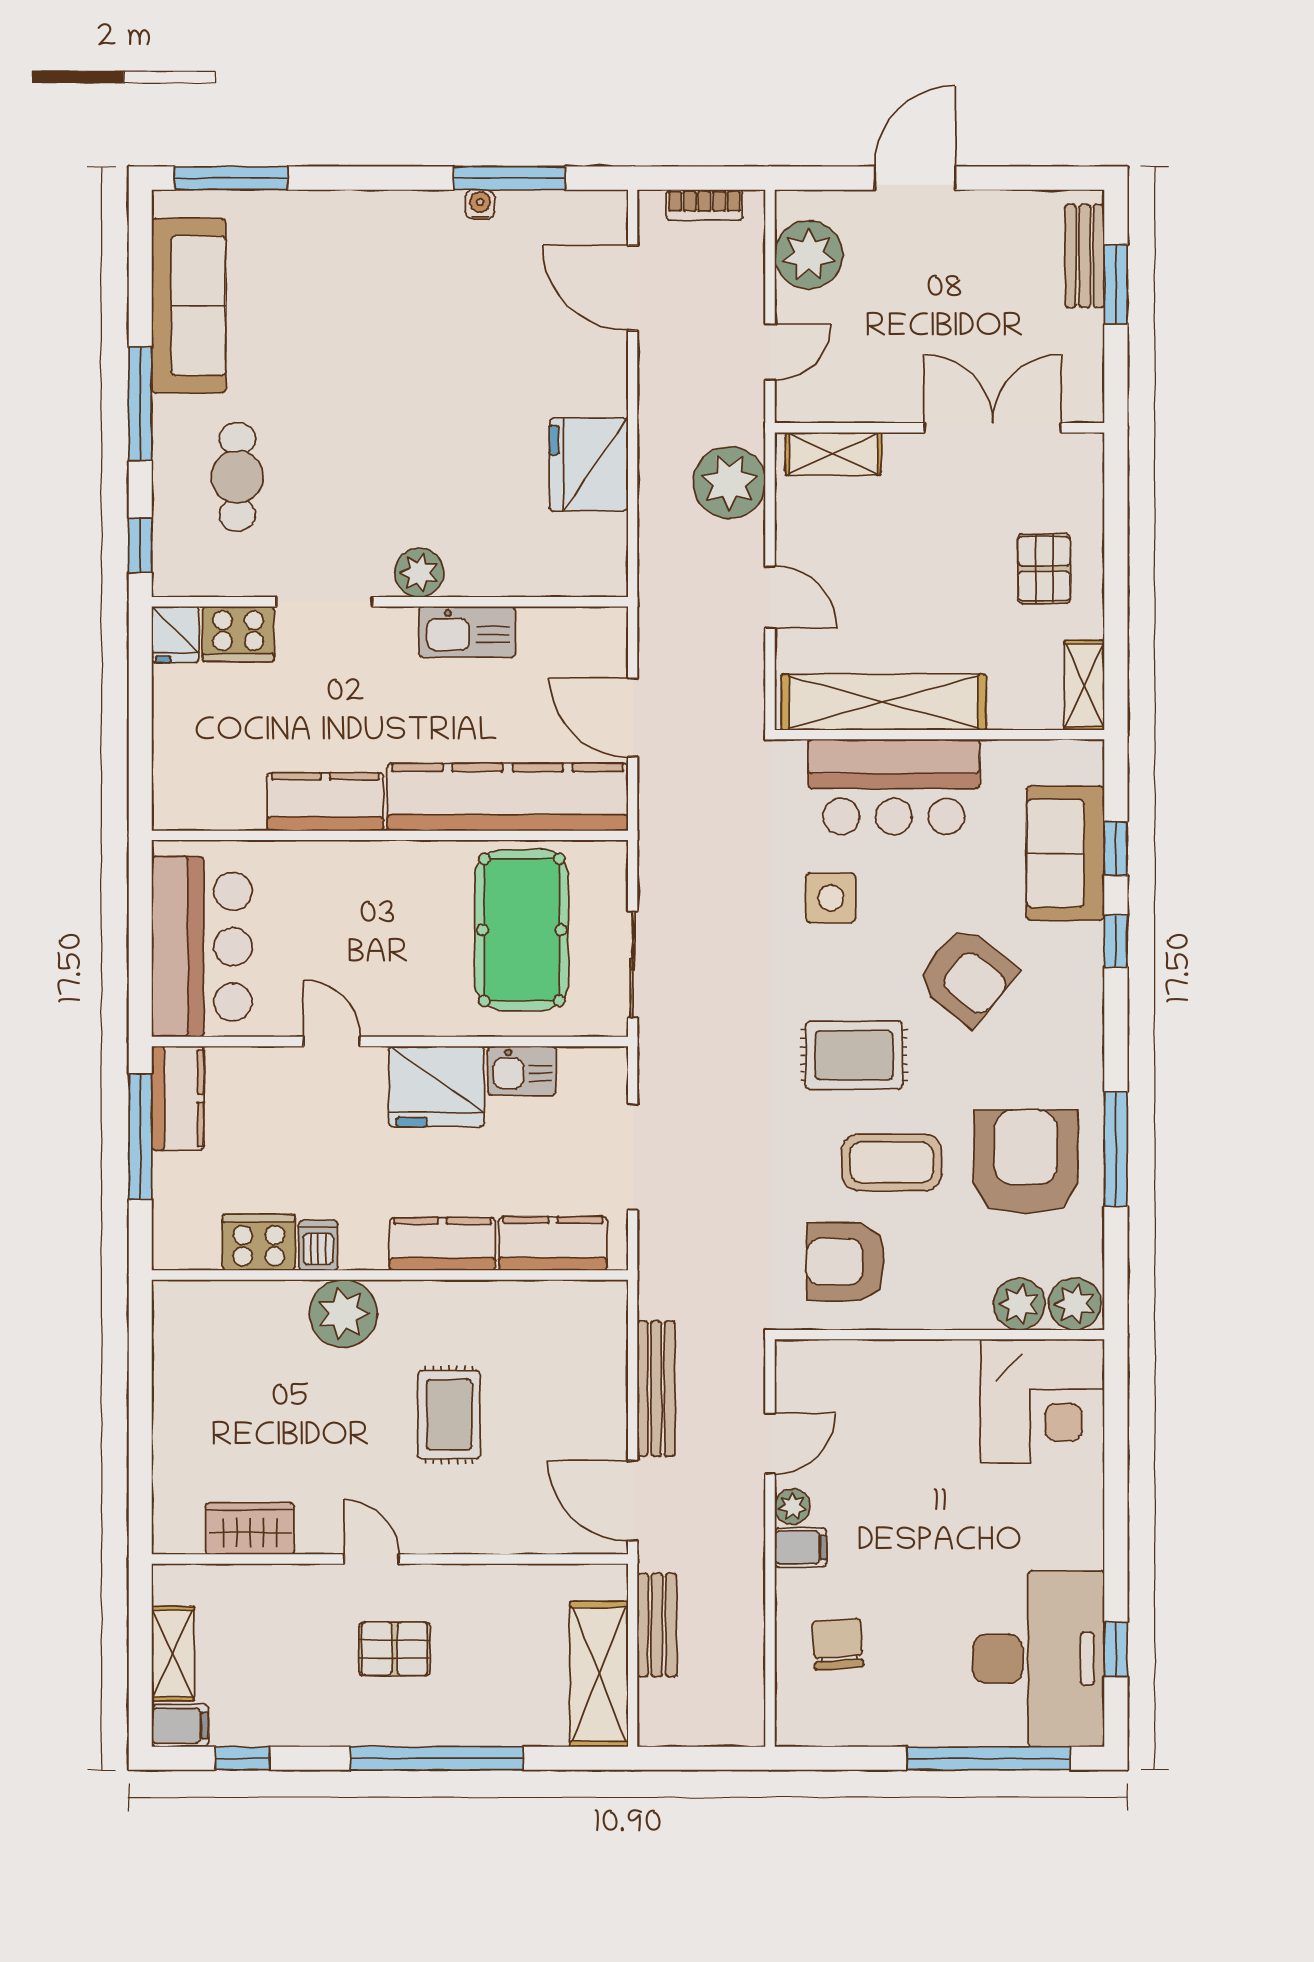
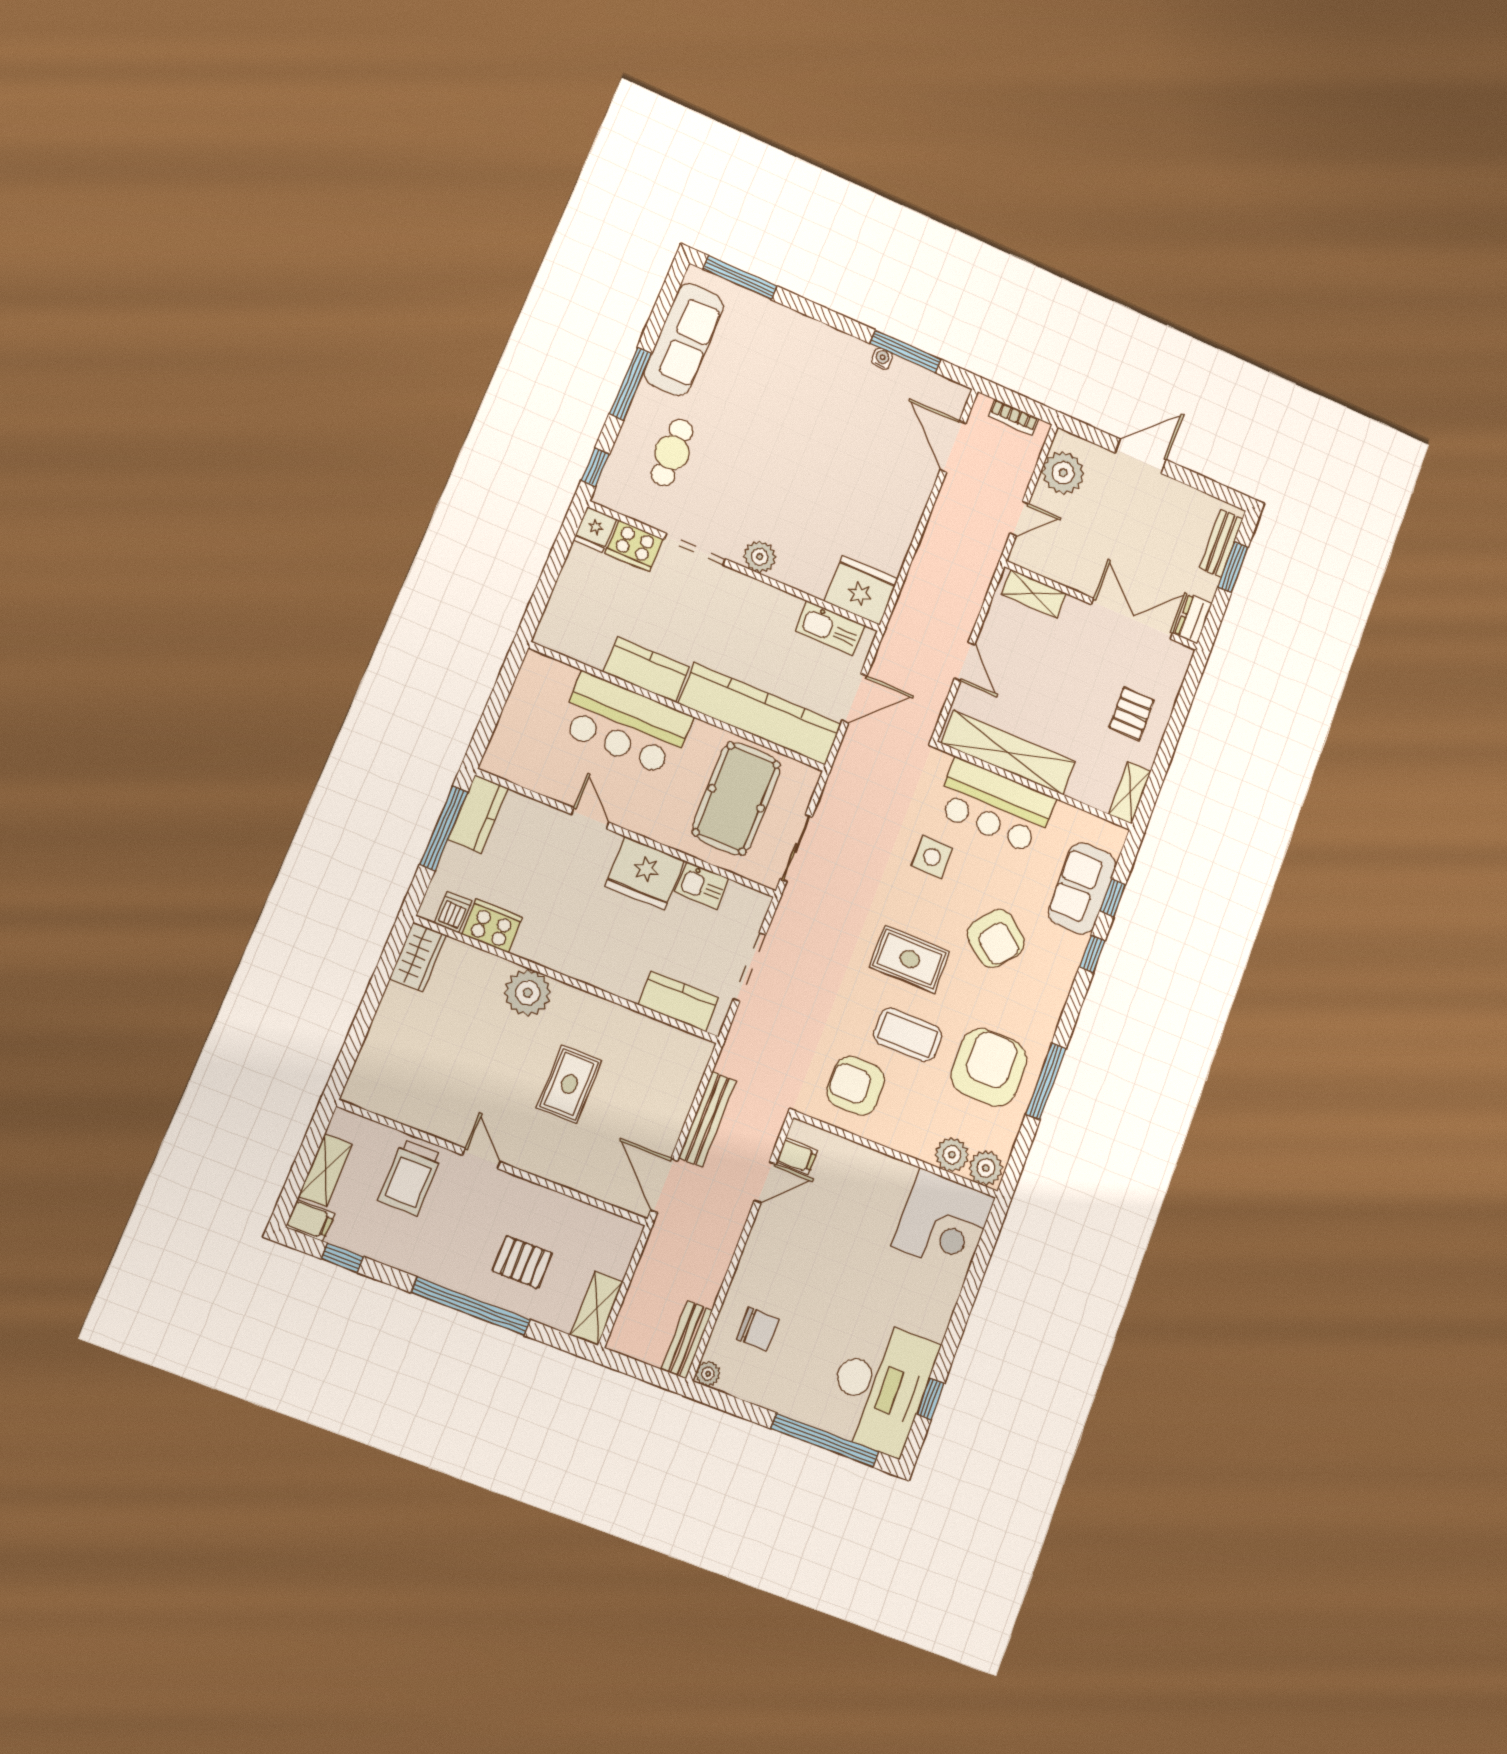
dresser: (1085, 388) -> (1193, 619), added
fridge: (589, 464) -> (861, 590), moved, turned 90
plant: (729, 482) -> (966, 584), removed
kitchen sink: (467, 632) -> (830, 628), moved
door: (633, 718) -> (855, 698), swing flipped
bar counter: (202, 947) -> (626, 724), moved, turned 90
kitchen counter: (442, 1244) -> (609, 974), removed
dishwasher: (318, 1245) -> (453, 912), moved
plant: (792, 1506) -> (708, 1374), moved
wardrobe: (250, 1529) -> (418, 957), moved, turned 90
filing cabinet: (801, 1547) -> (797, 1156), moved
trolley: (287, 1621) -> (410, 1178), added
bench: (657, 1625) -> (687, 1339), moved
chair: (838, 1644) -> (758, 1329), turned 94
pallet: (395, 1649) -> (522, 1262), moved
shelving: (599, 1674) -> (597, 1308), width x0.67, depth x0.75

